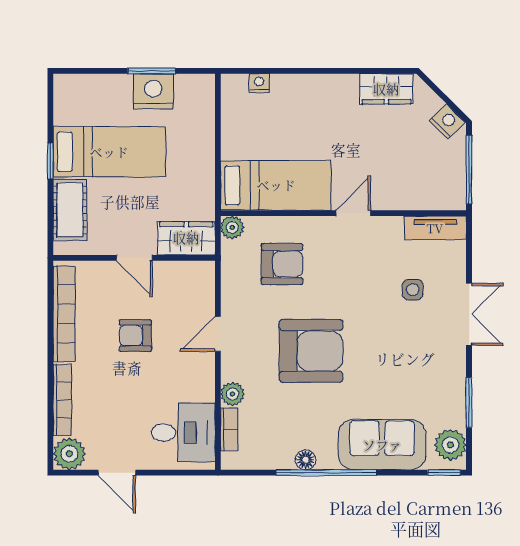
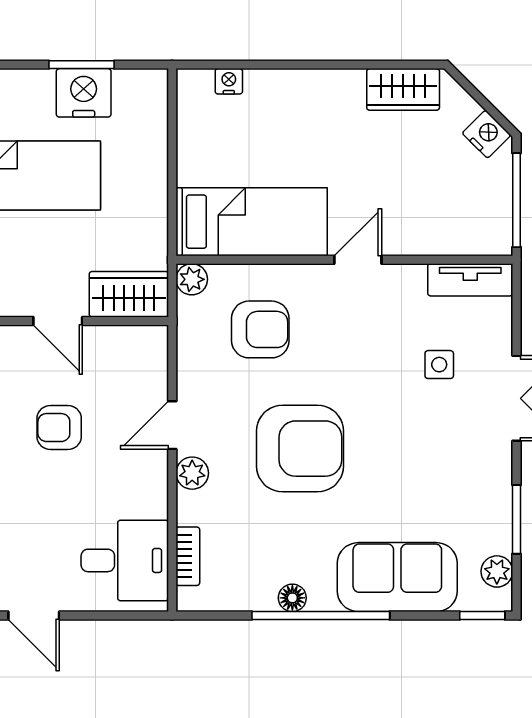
plant: (232, 394) -> (192, 473), moved
plant: (450, 445) -> (497, 571), width x0.73, depth x0.73

